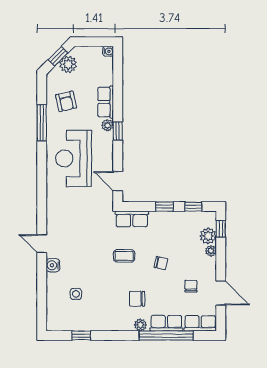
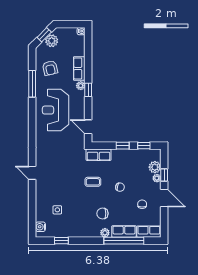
window: (221, 229) -> (164, 175), moved
water cooler: (53, 265) -> (40, 227), moved
door: (221, 293) -> (164, 198), moved

